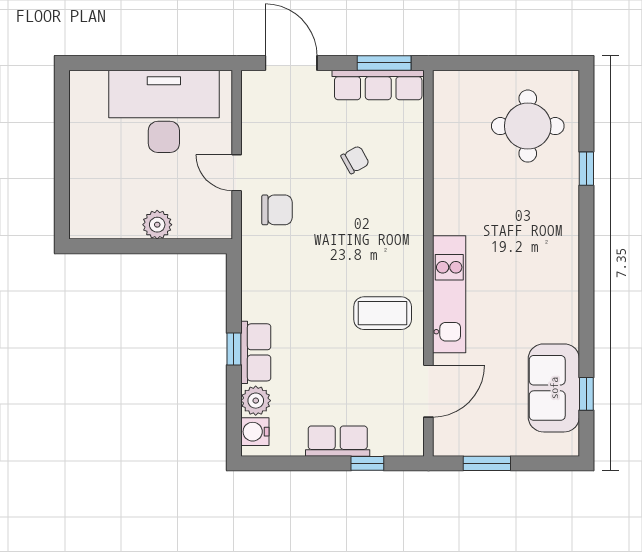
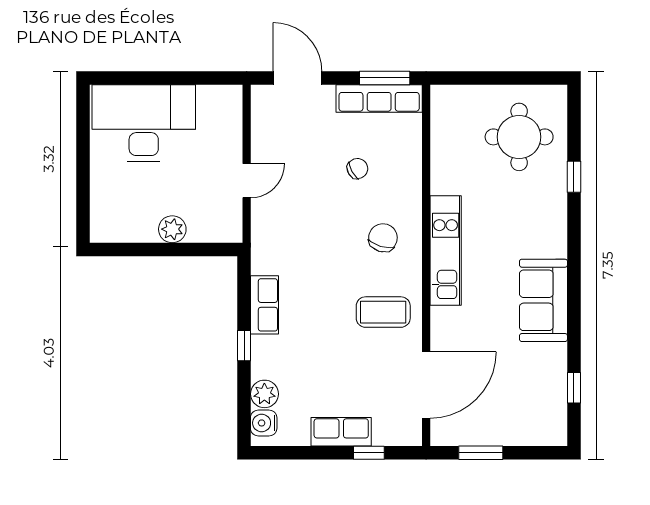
desk: (164, 111) -> (144, 123), moved
door: (237, 173) -> (247, 181), swing flipped
chair: (277, 210) -> (383, 238), moved, turned -73
kitchen unit: (449, 294) -> (446, 250), moved
row of seats: (256, 352) -> (265, 305), moved
sofa: (554, 388) -> (543, 300), moved
door: (428, 391) -> (426, 385), width x1.36

